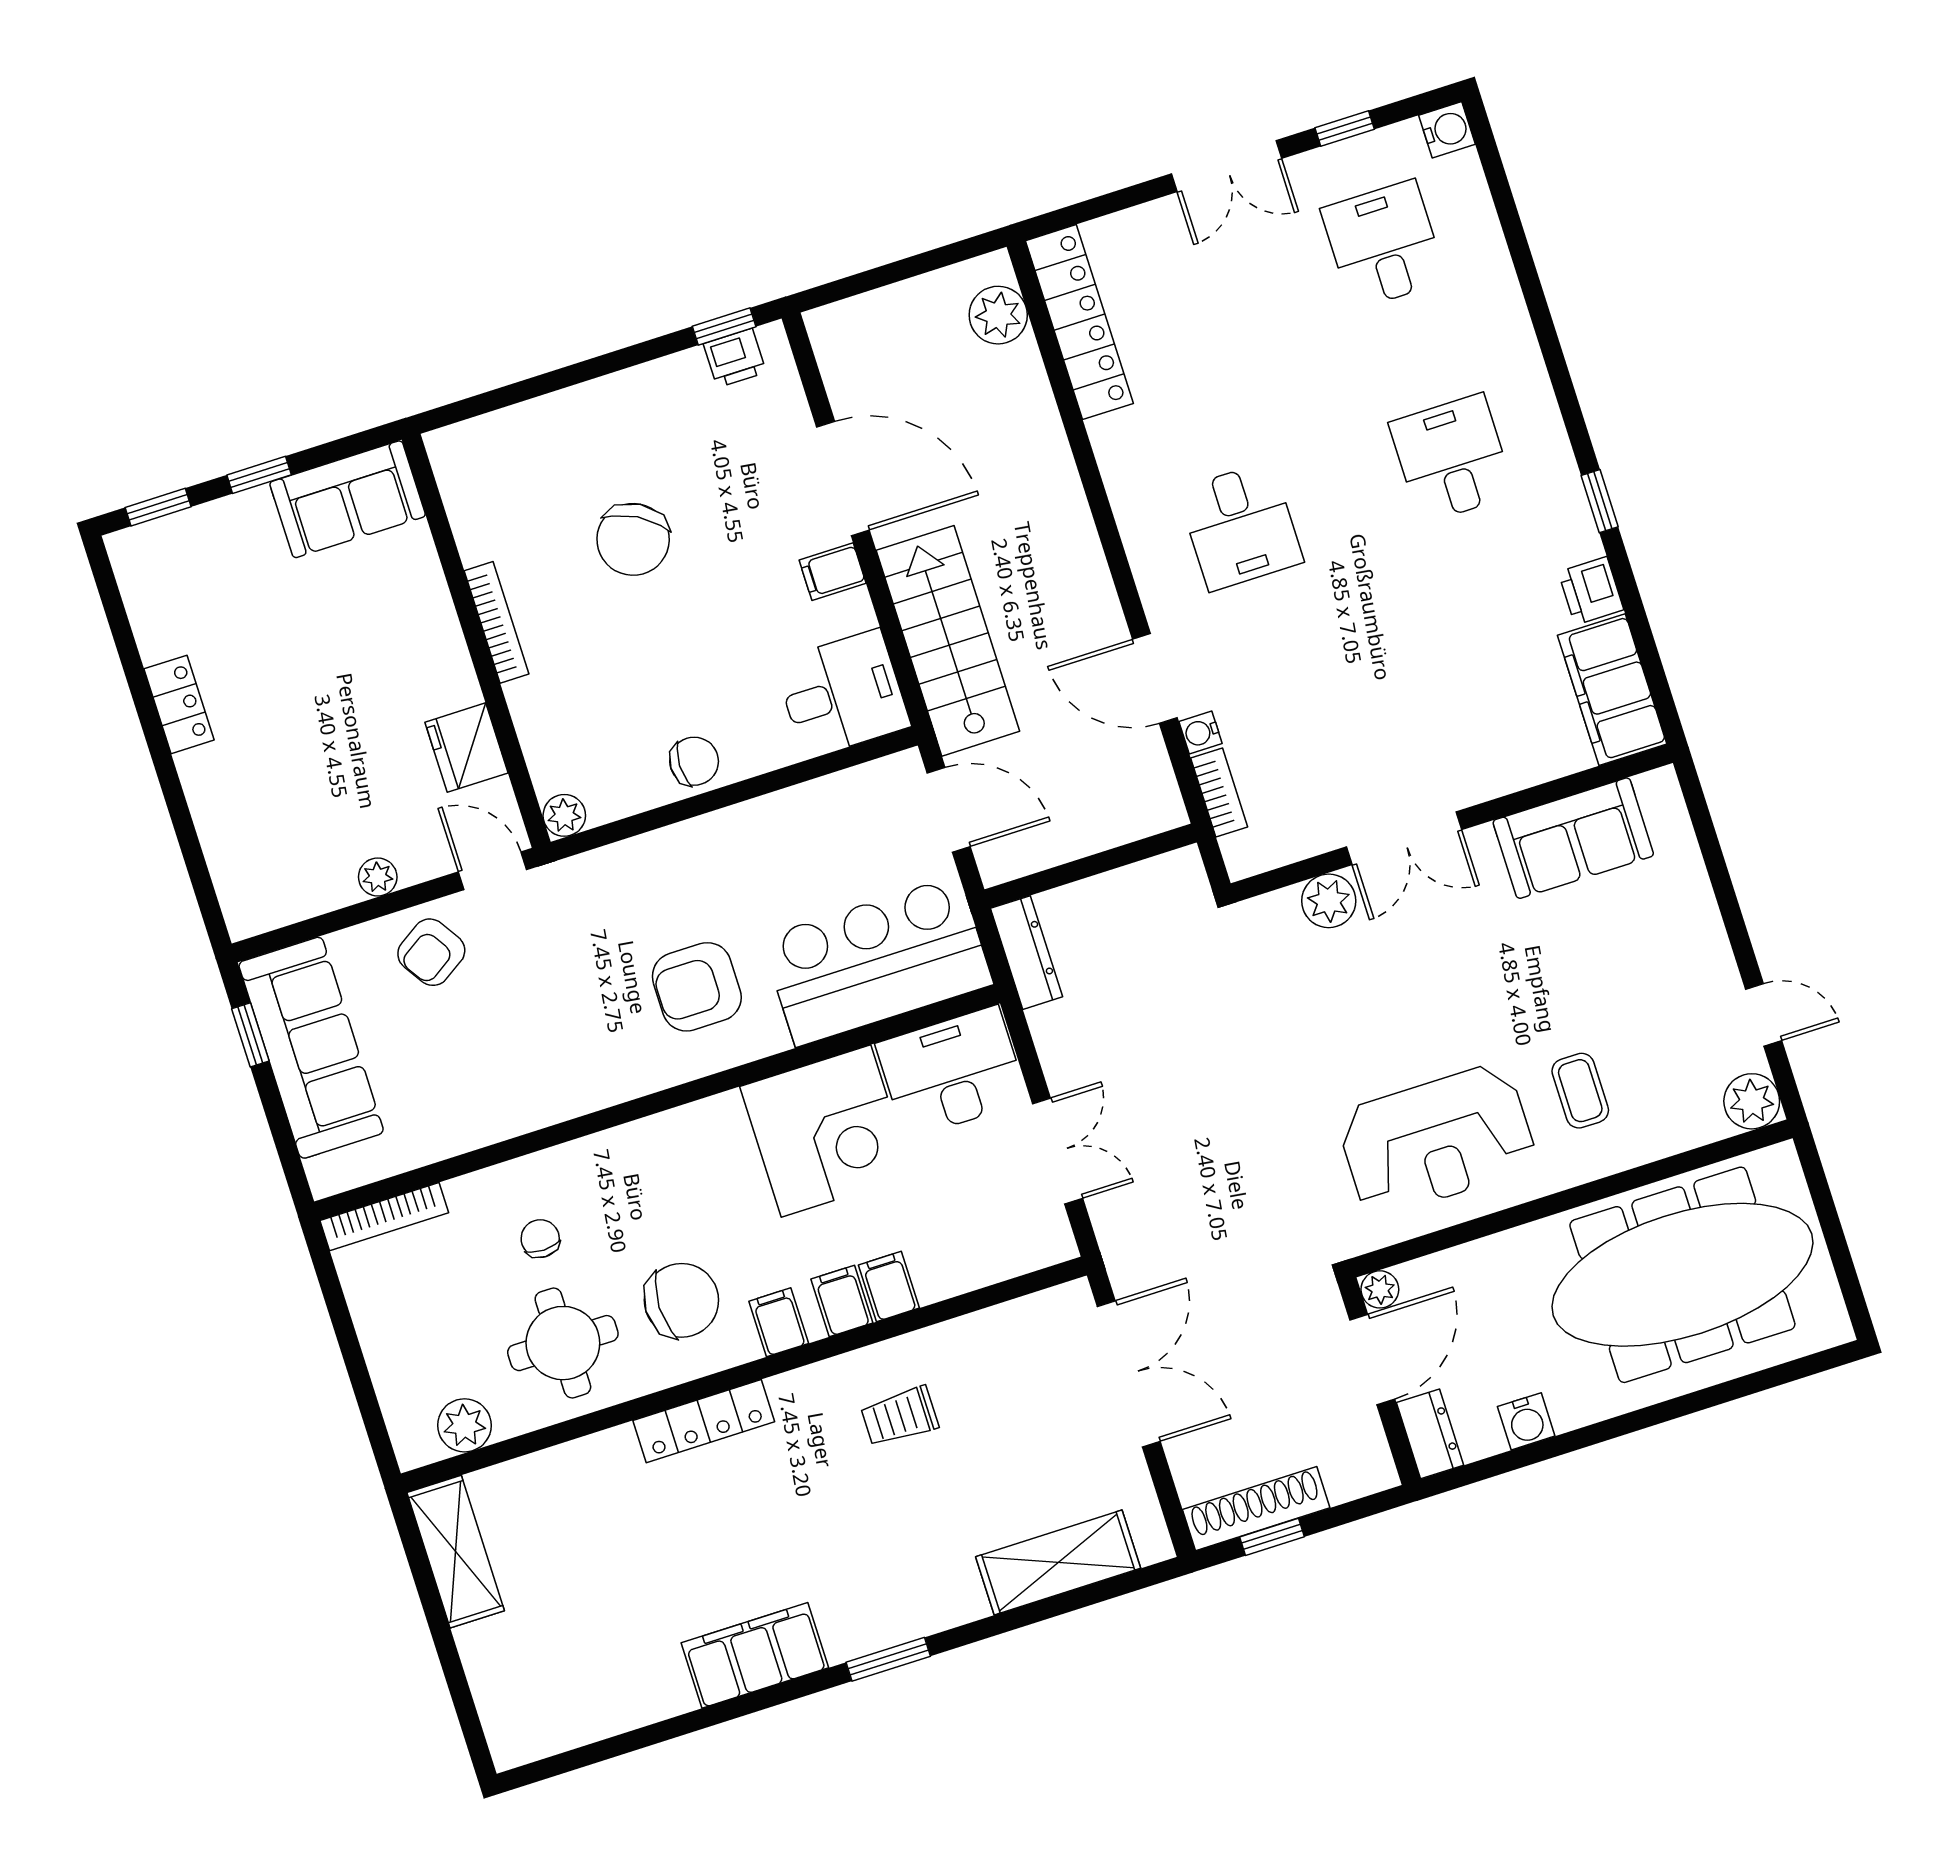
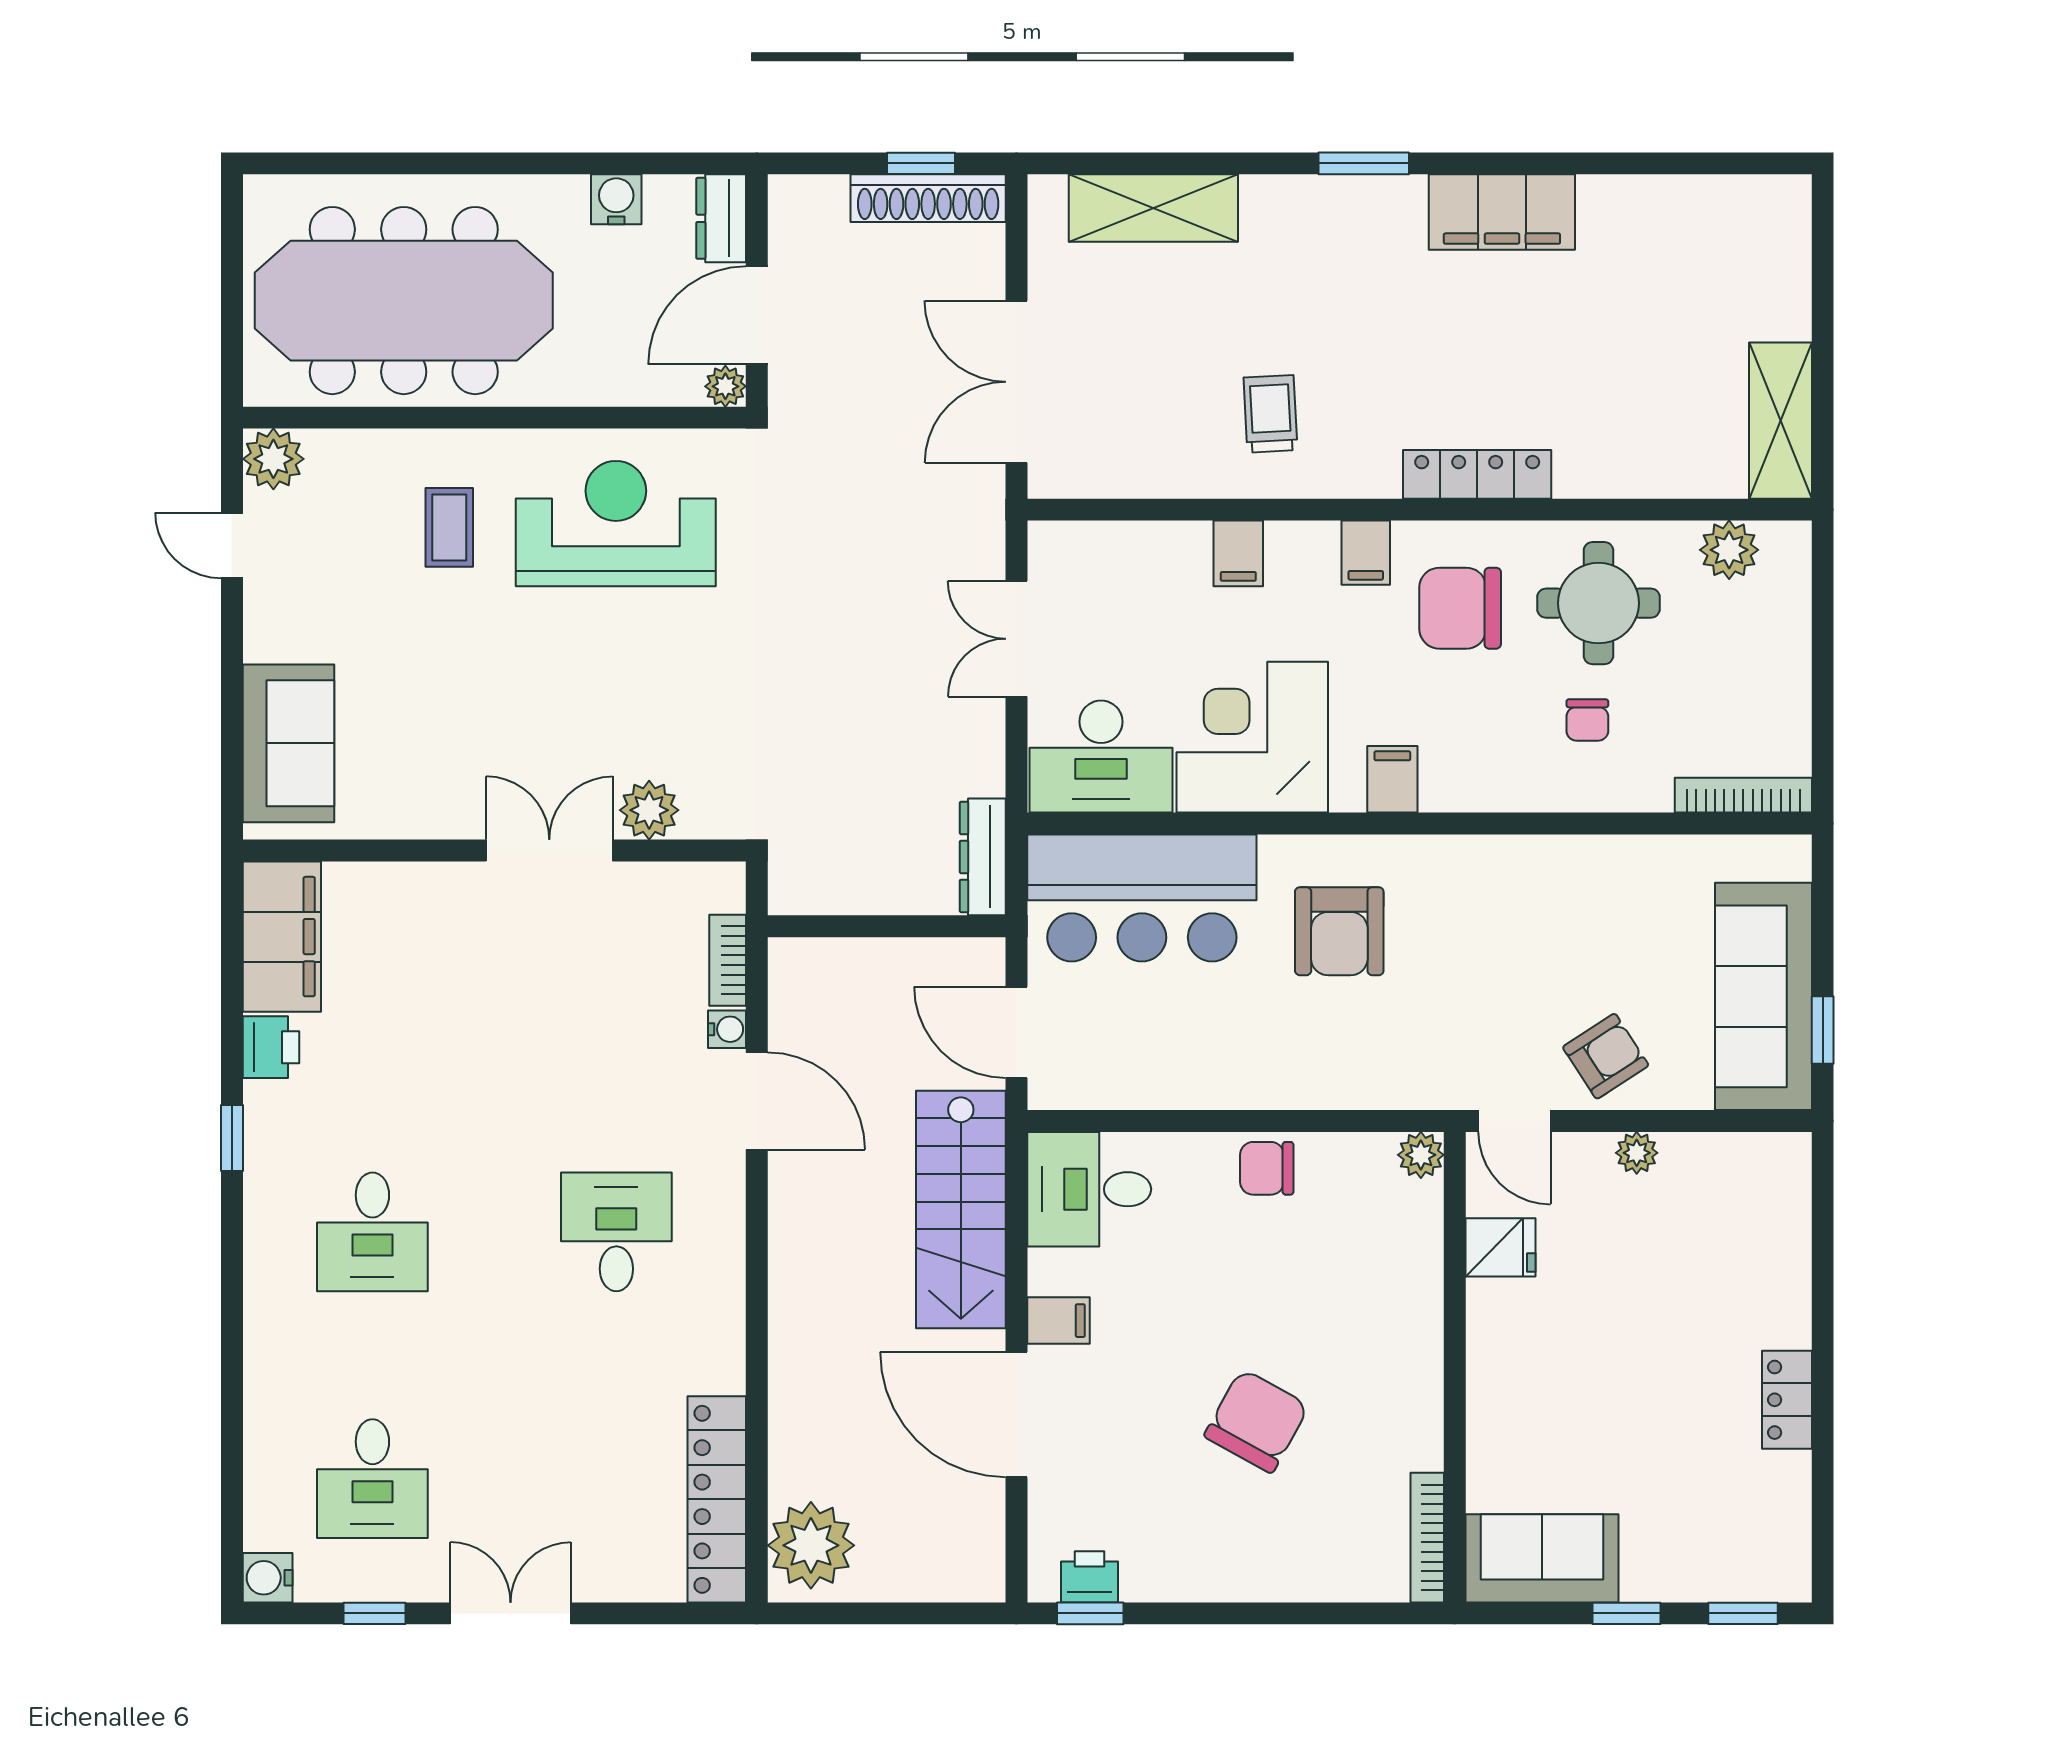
plant: (998, 315) -> (811, 1545), width x1.36, depth x1.36
bookcase: (496, 622) -> (1427, 1538), moved
fridge: (466, 748) -> (1500, 1247), width x0.72
sofa: (1573, 838) -> (288, 743), moved, turned 90
armchair: (697, 987) -> (1339, 931), turned 90
filing cabinet: (842, 1301) -> (1392, 779), moved, turned 180
trolley: (900, 1416) -> (1271, 414), turned -93

